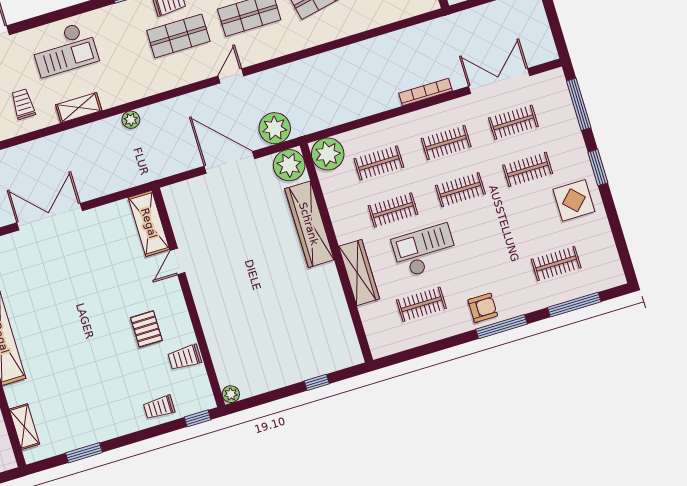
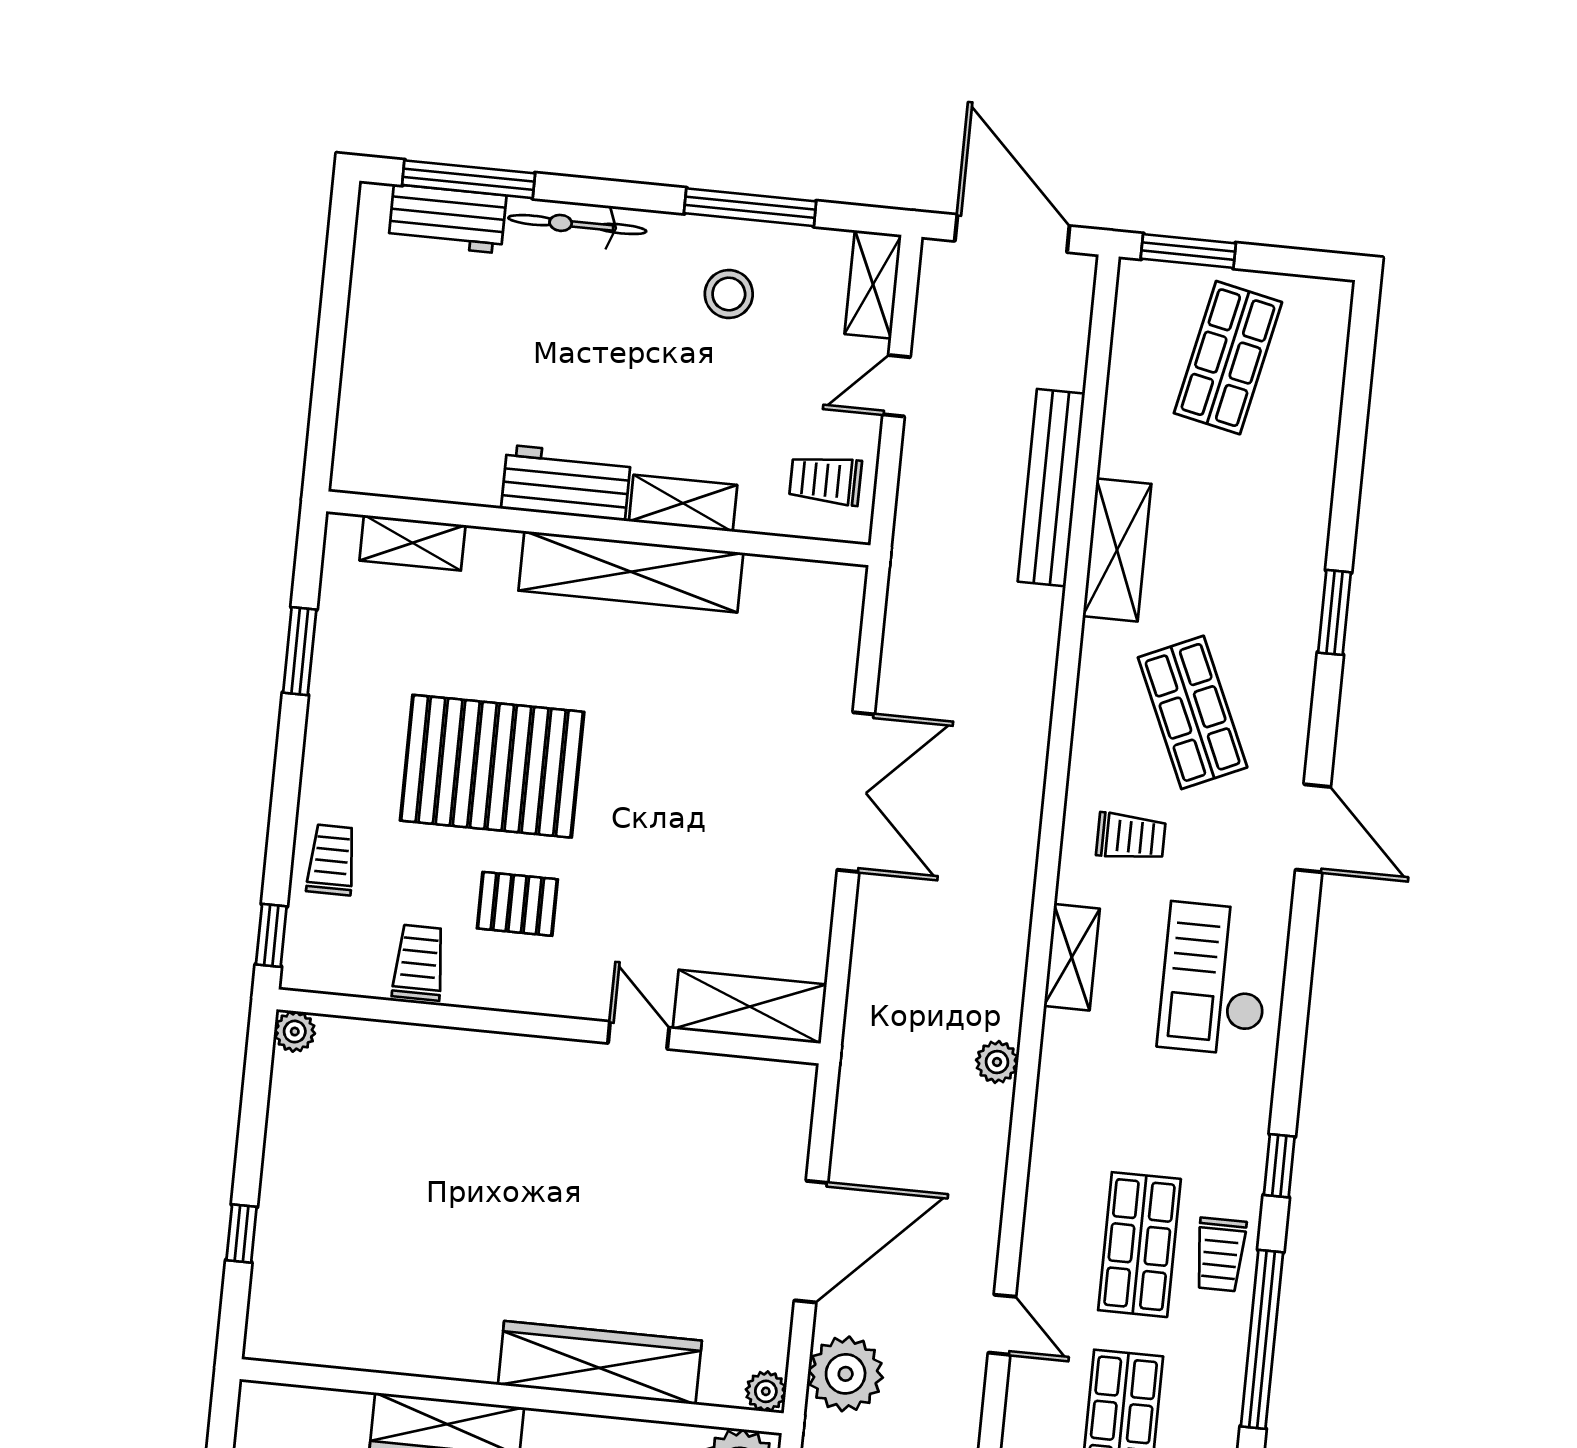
plant: (289, 165) -> (766, 1391), width x0.53, depth x0.53
pallet: (98, 361) -> (492, 766), added

